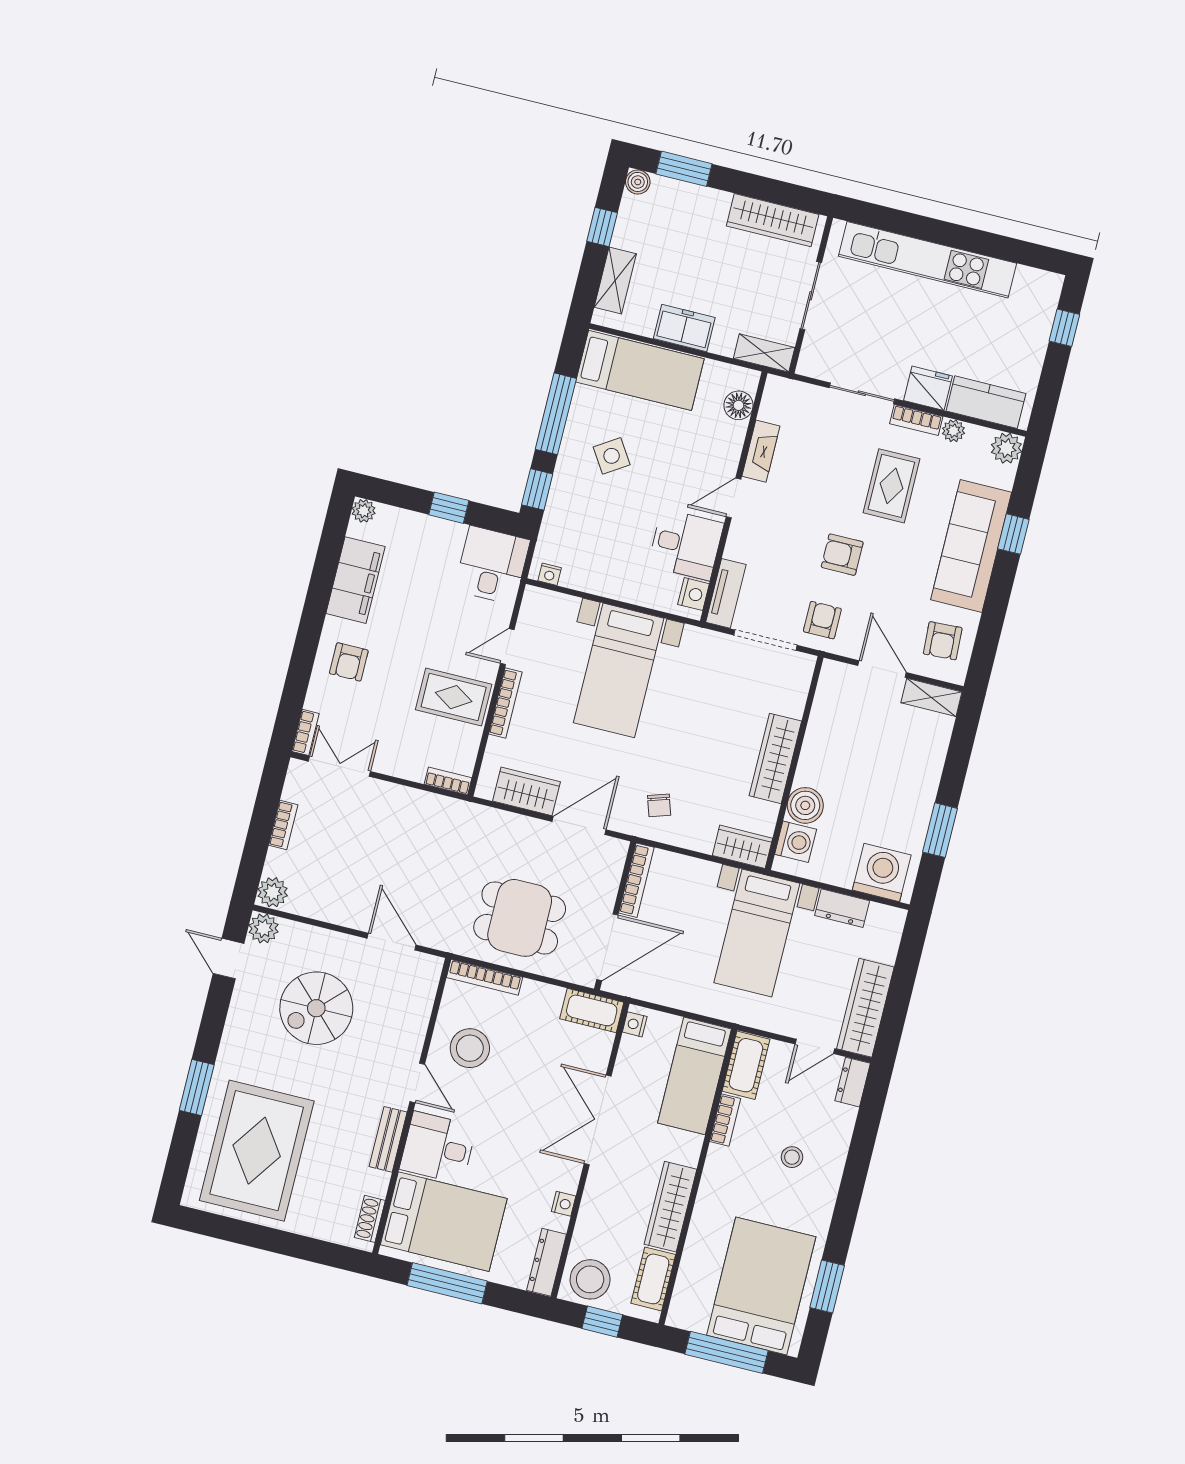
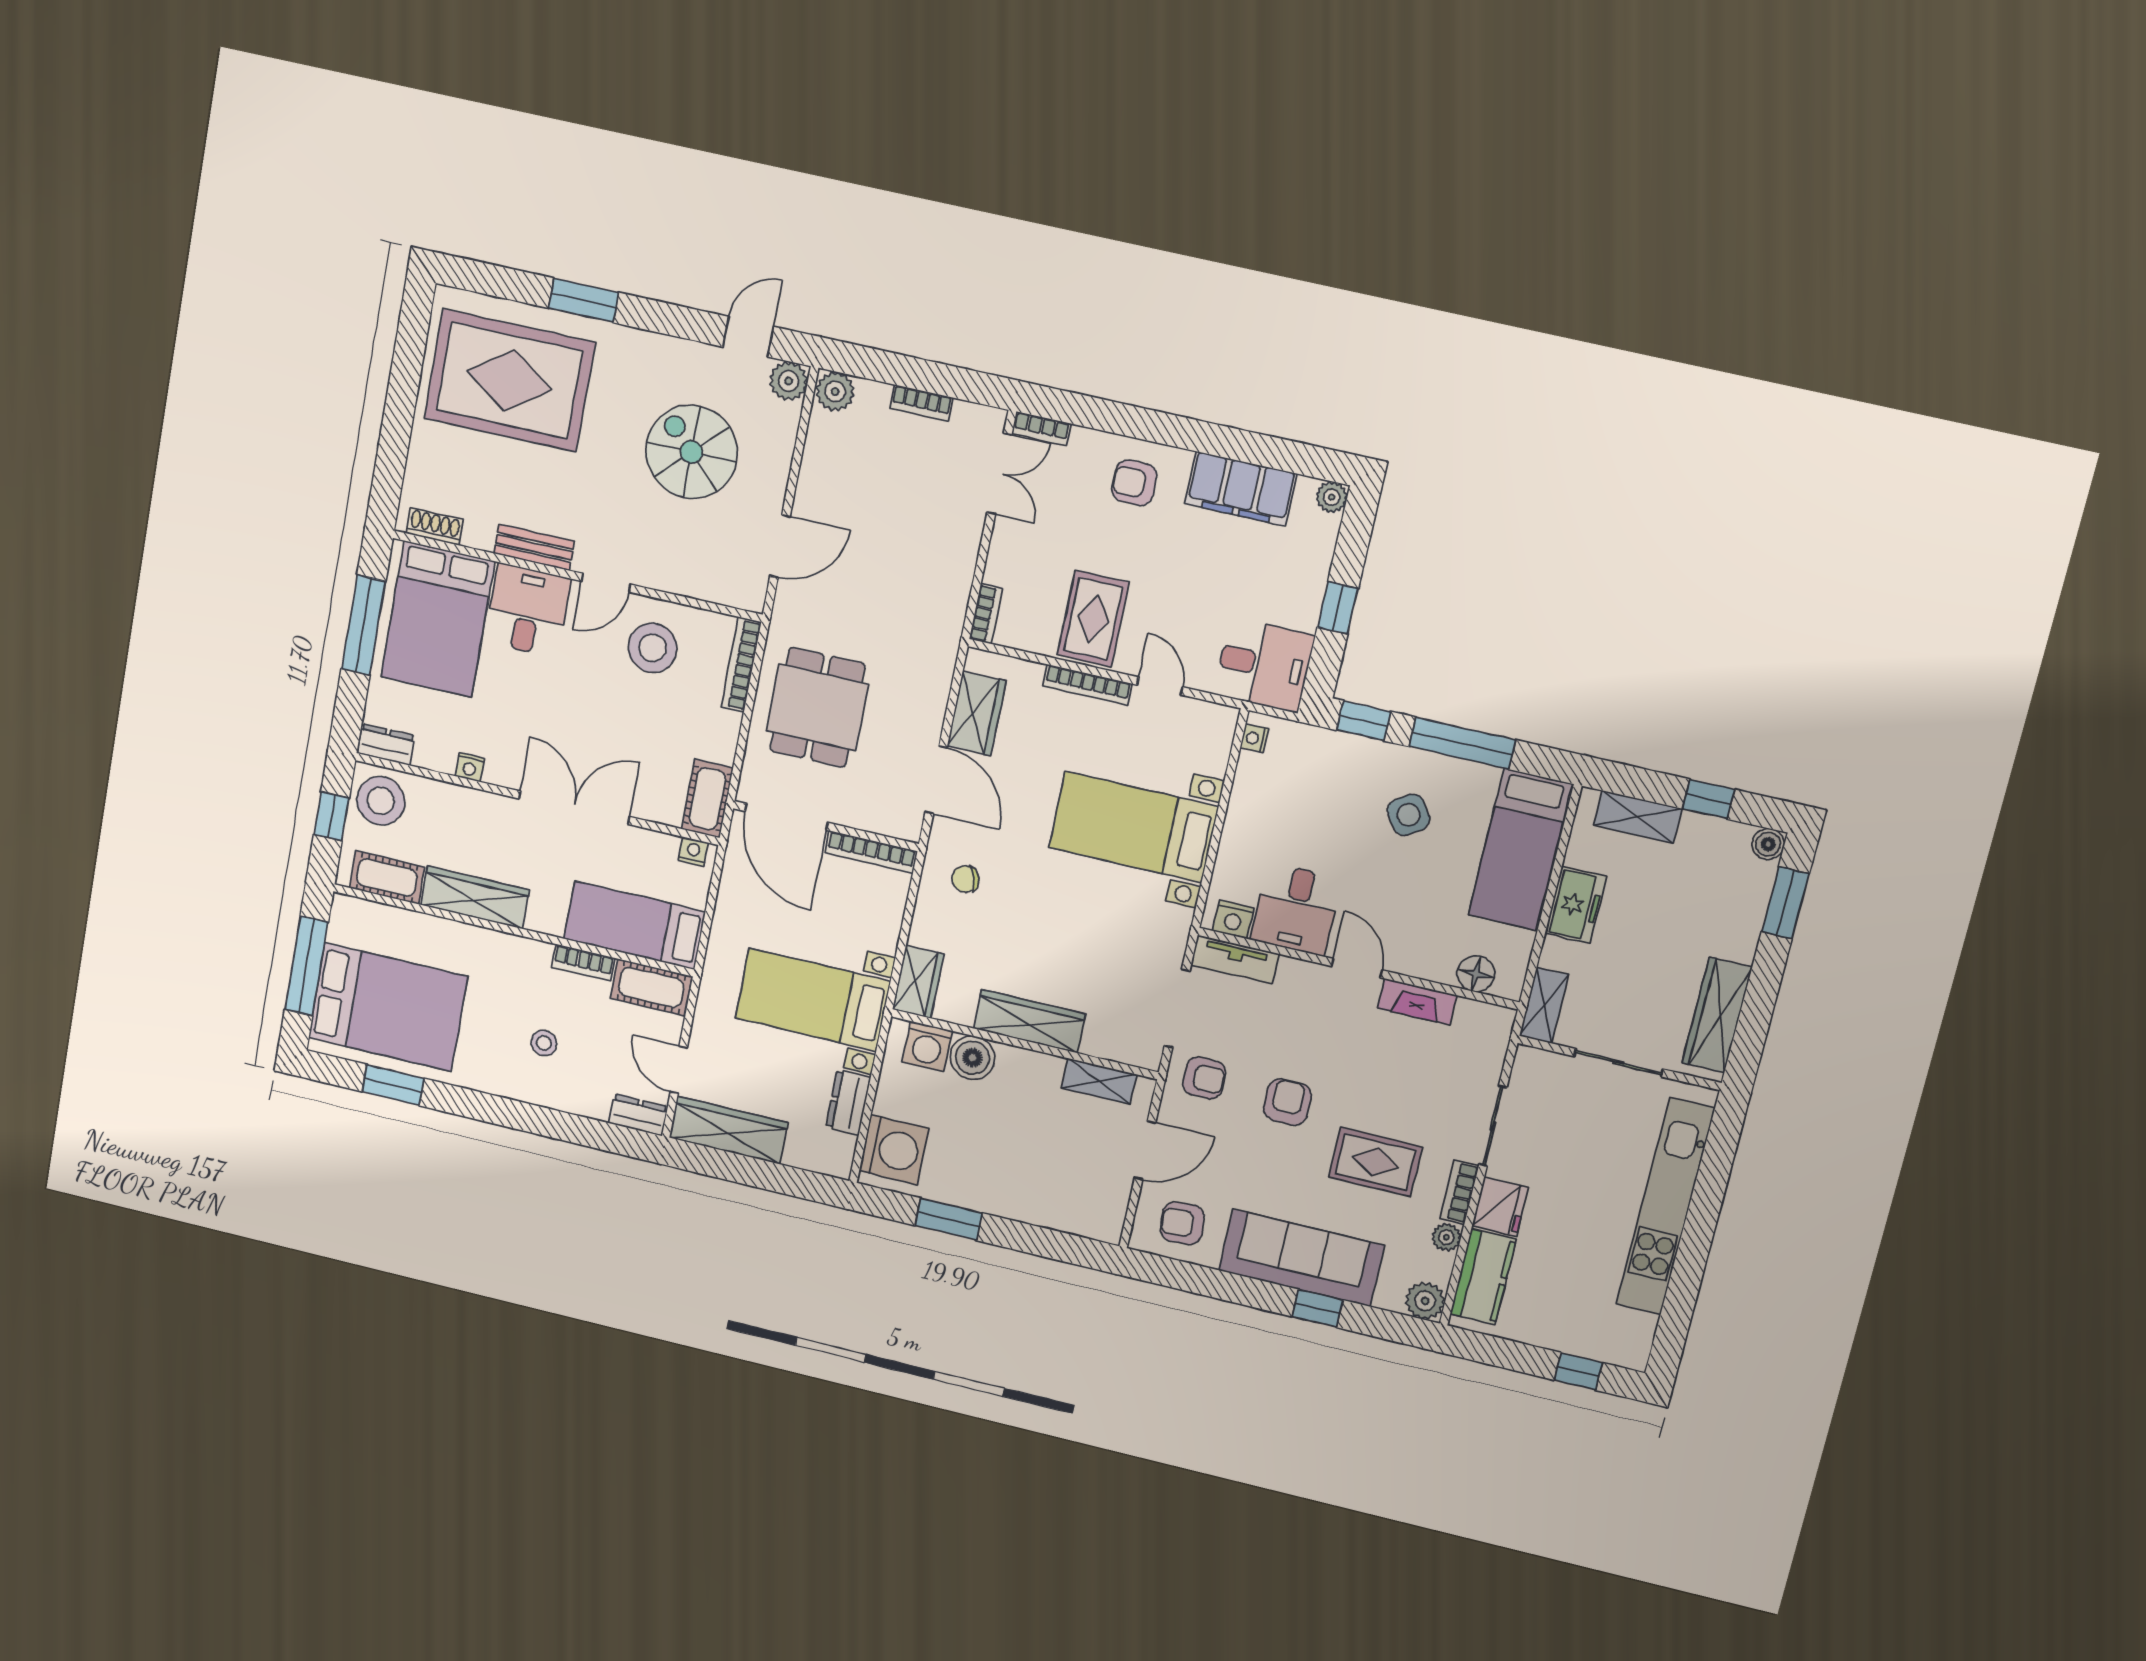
shelving: (931, 697) -> (1099, 1081), moved, turned 90
dresser: (547, 1262) -> (386, 745), width x0.70

